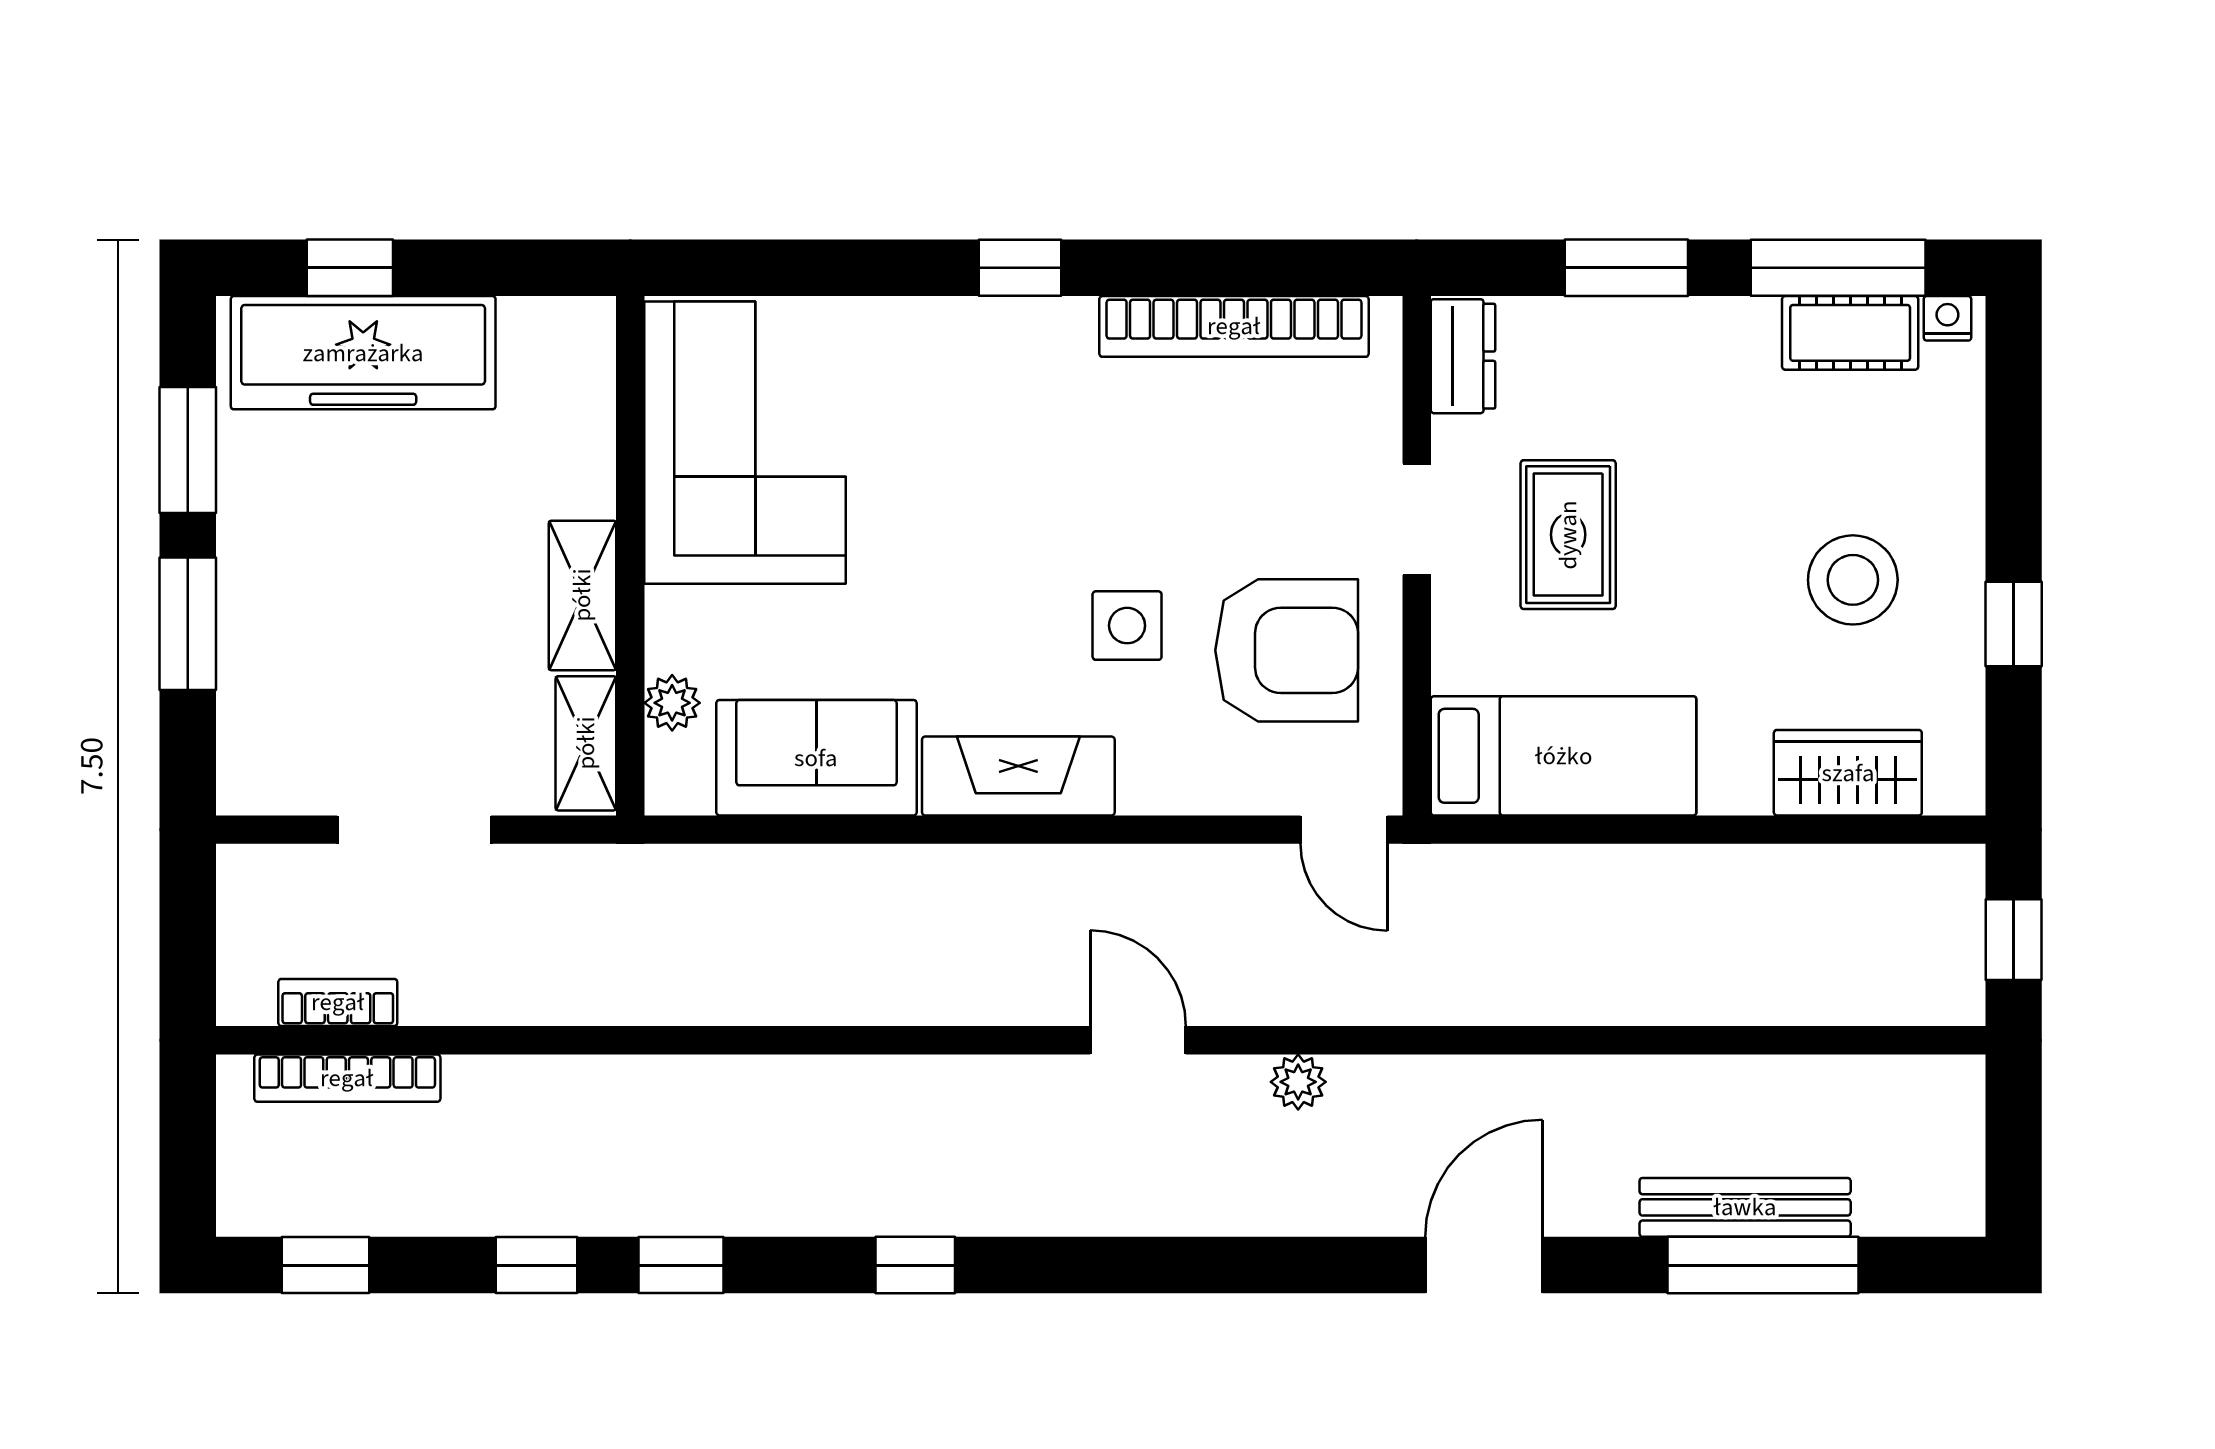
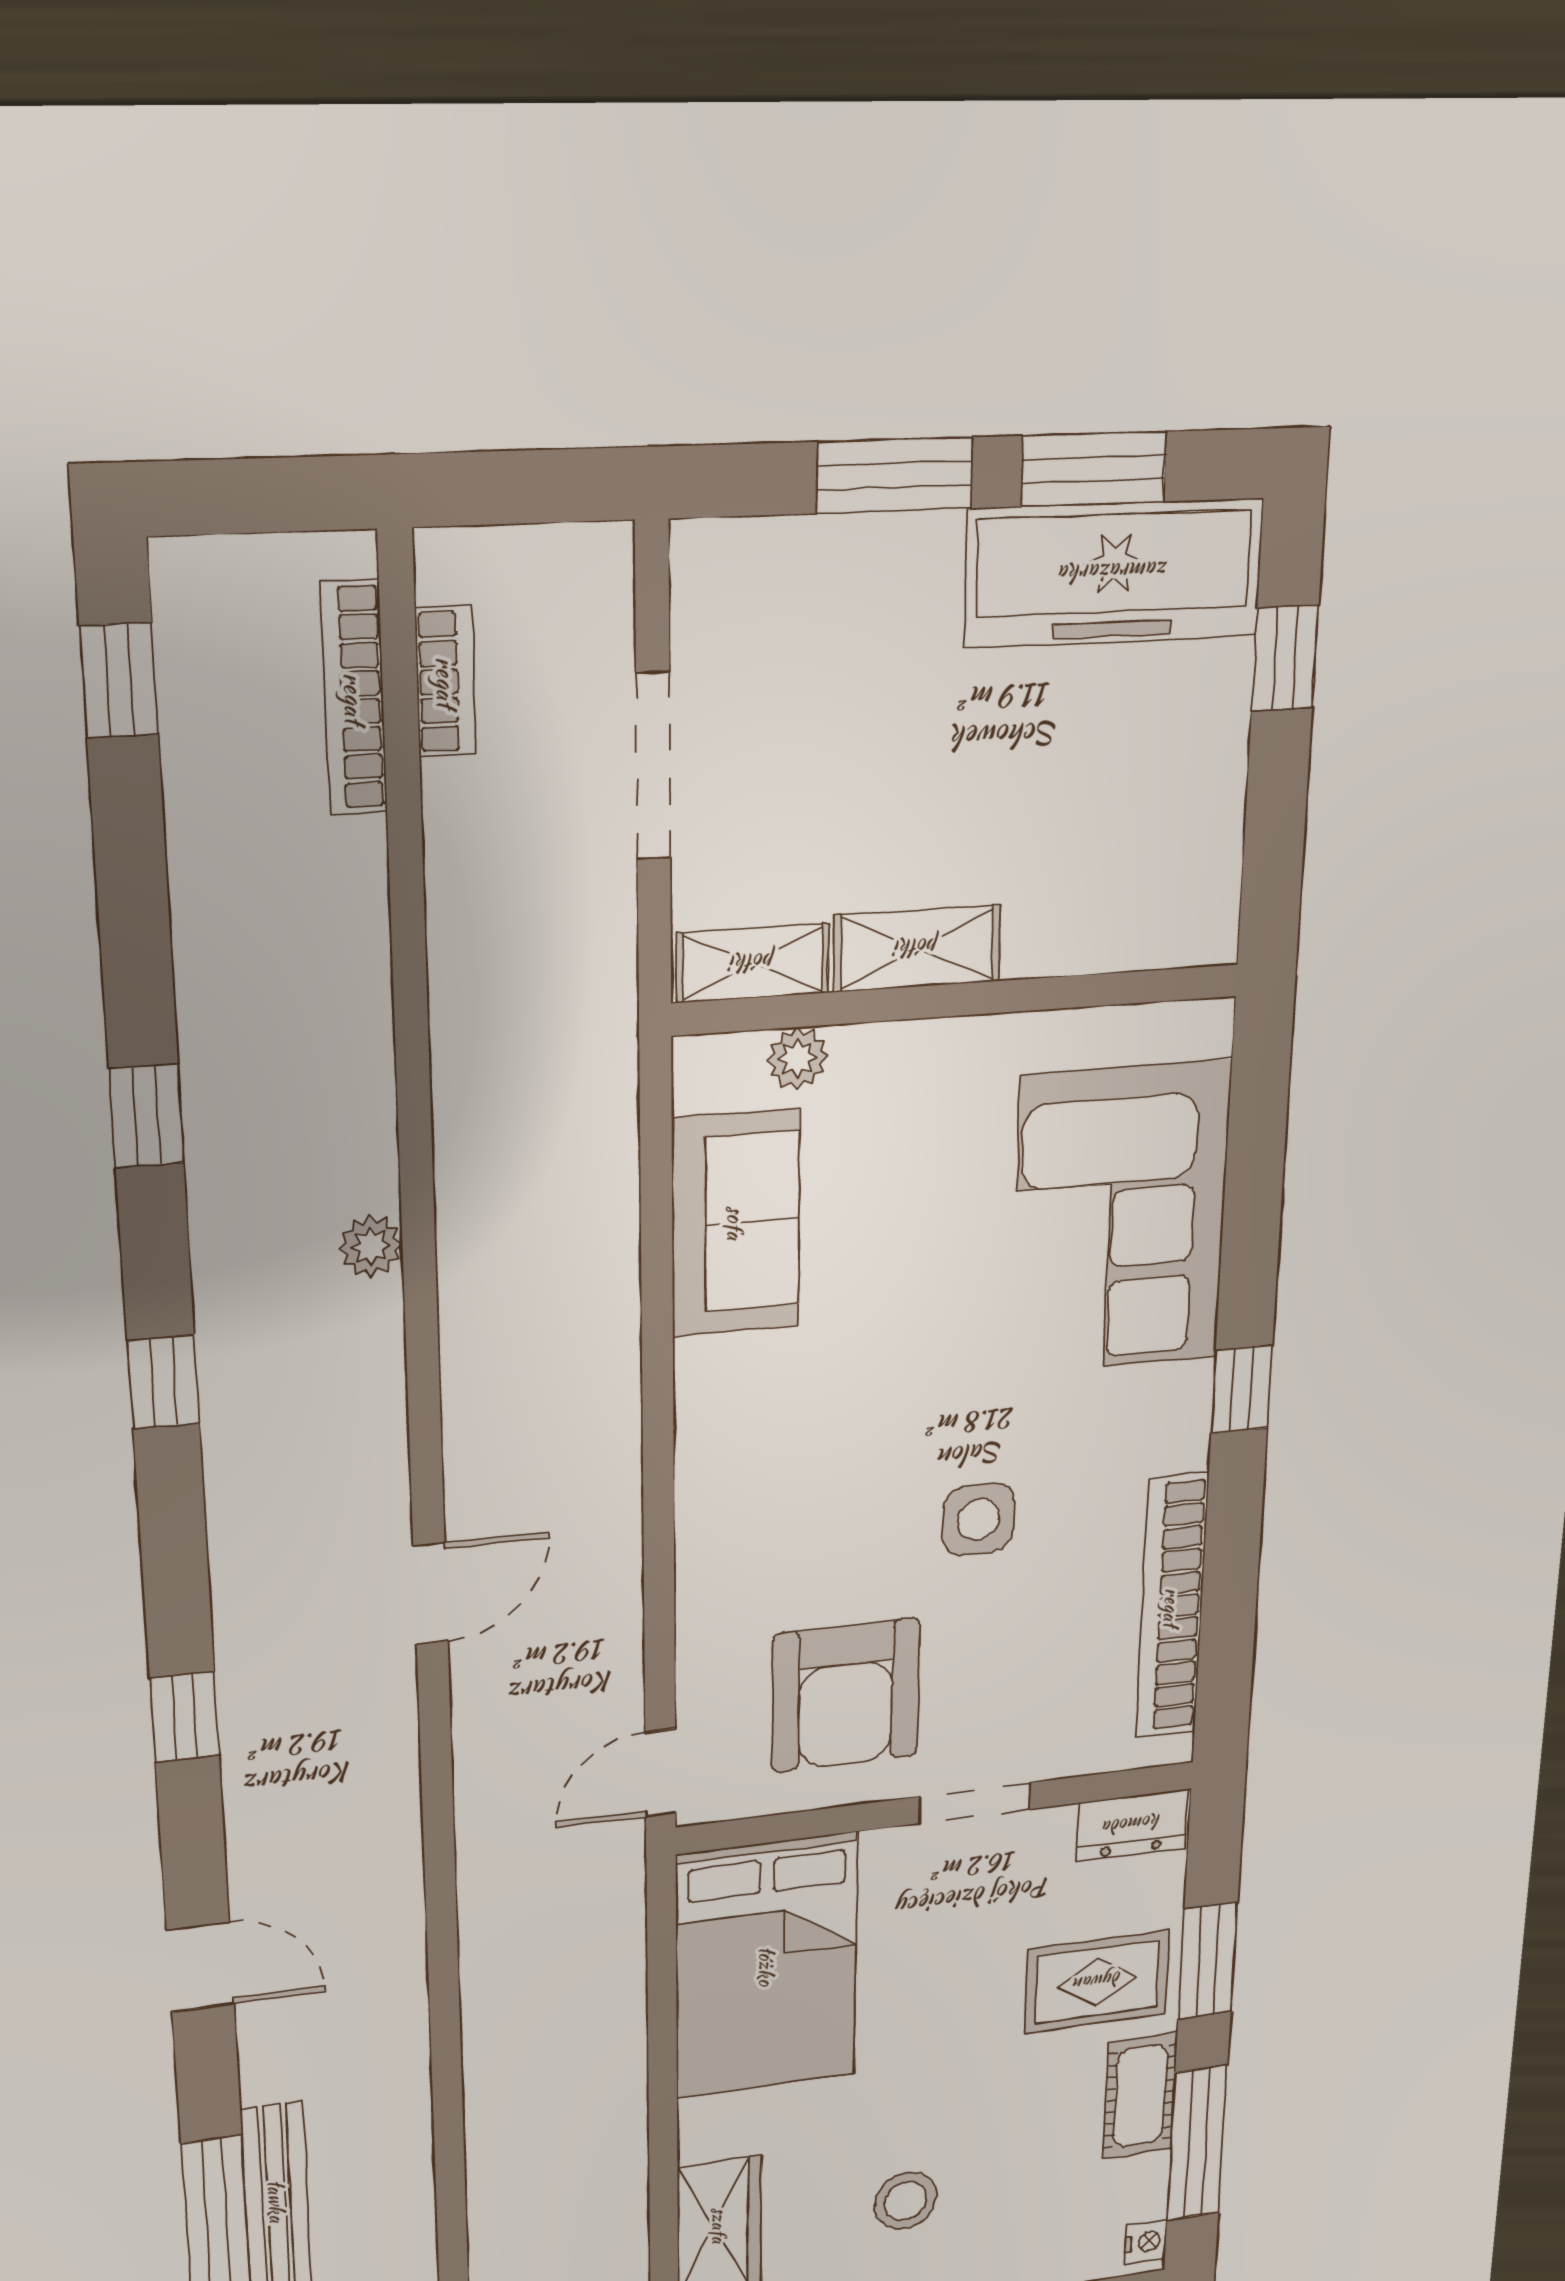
cot: (1850, 333) -> (1140, 2096), moved
freezer: (363, 353) -> (1114, 573), moved, turned -90
corner sofa: (745, 443) -> (1120, 1219), moved, turned 90
rug: (1568, 535) -> (1097, 1982), moved
stool: (1853, 580) -> (905, 2201), width x0.73, depth x0.73
side table: (1127, 626) -> (978, 1519), moved
bed: (1564, 756) -> (767, 1966), width x1.50
fireplace: (1018, 776) -> (716, 1440), removed
plant: (1298, 1082) -> (371, 1246), moved
window: (536, 1265) -> (185, 1717), moved
door: (1484, 1265) -> (200, 1967), width x0.73

